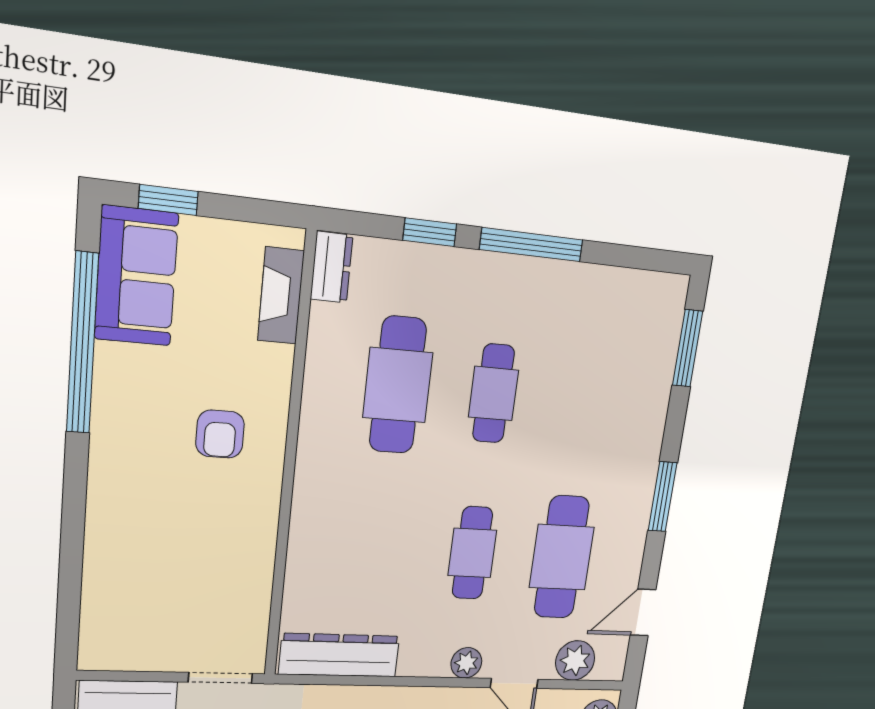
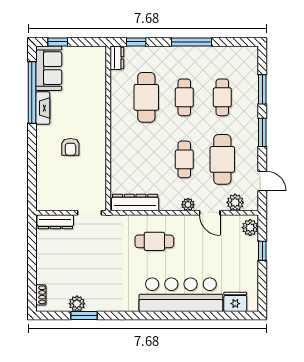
window: (430, 232) -> (136, 42), moved
fireplace: (281, 296) -> (43, 108), moved, turned 180
window: (688, 348) -> (262, 89), moved
cafe table: (585, 402) -> (222, 97), added
armchair: (220, 434) -> (70, 147), moved
door: (643, 612) -> (262, 181), swing flipped

